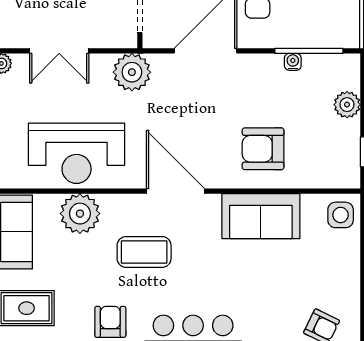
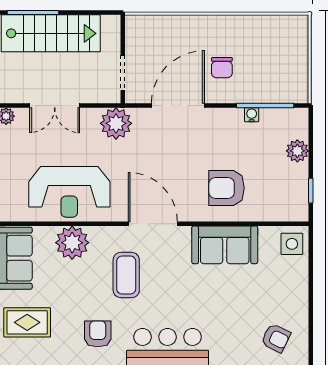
coffee table: (144, 252) -> (126, 275), turned 90

